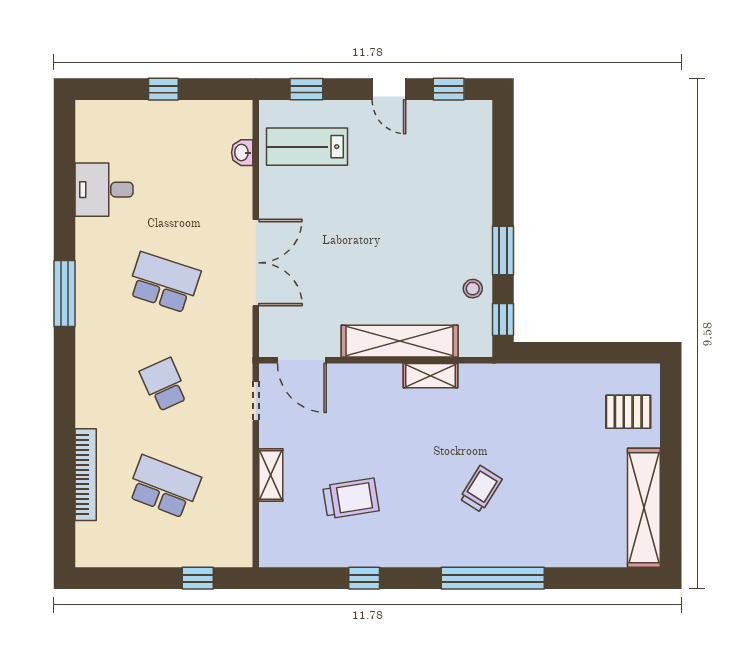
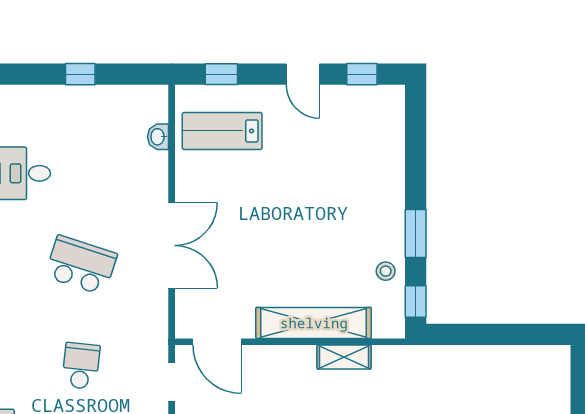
school desk: (164, 385) -> (81, 366), turned 30
pallet: (628, 412) -> (539, 393), removed

